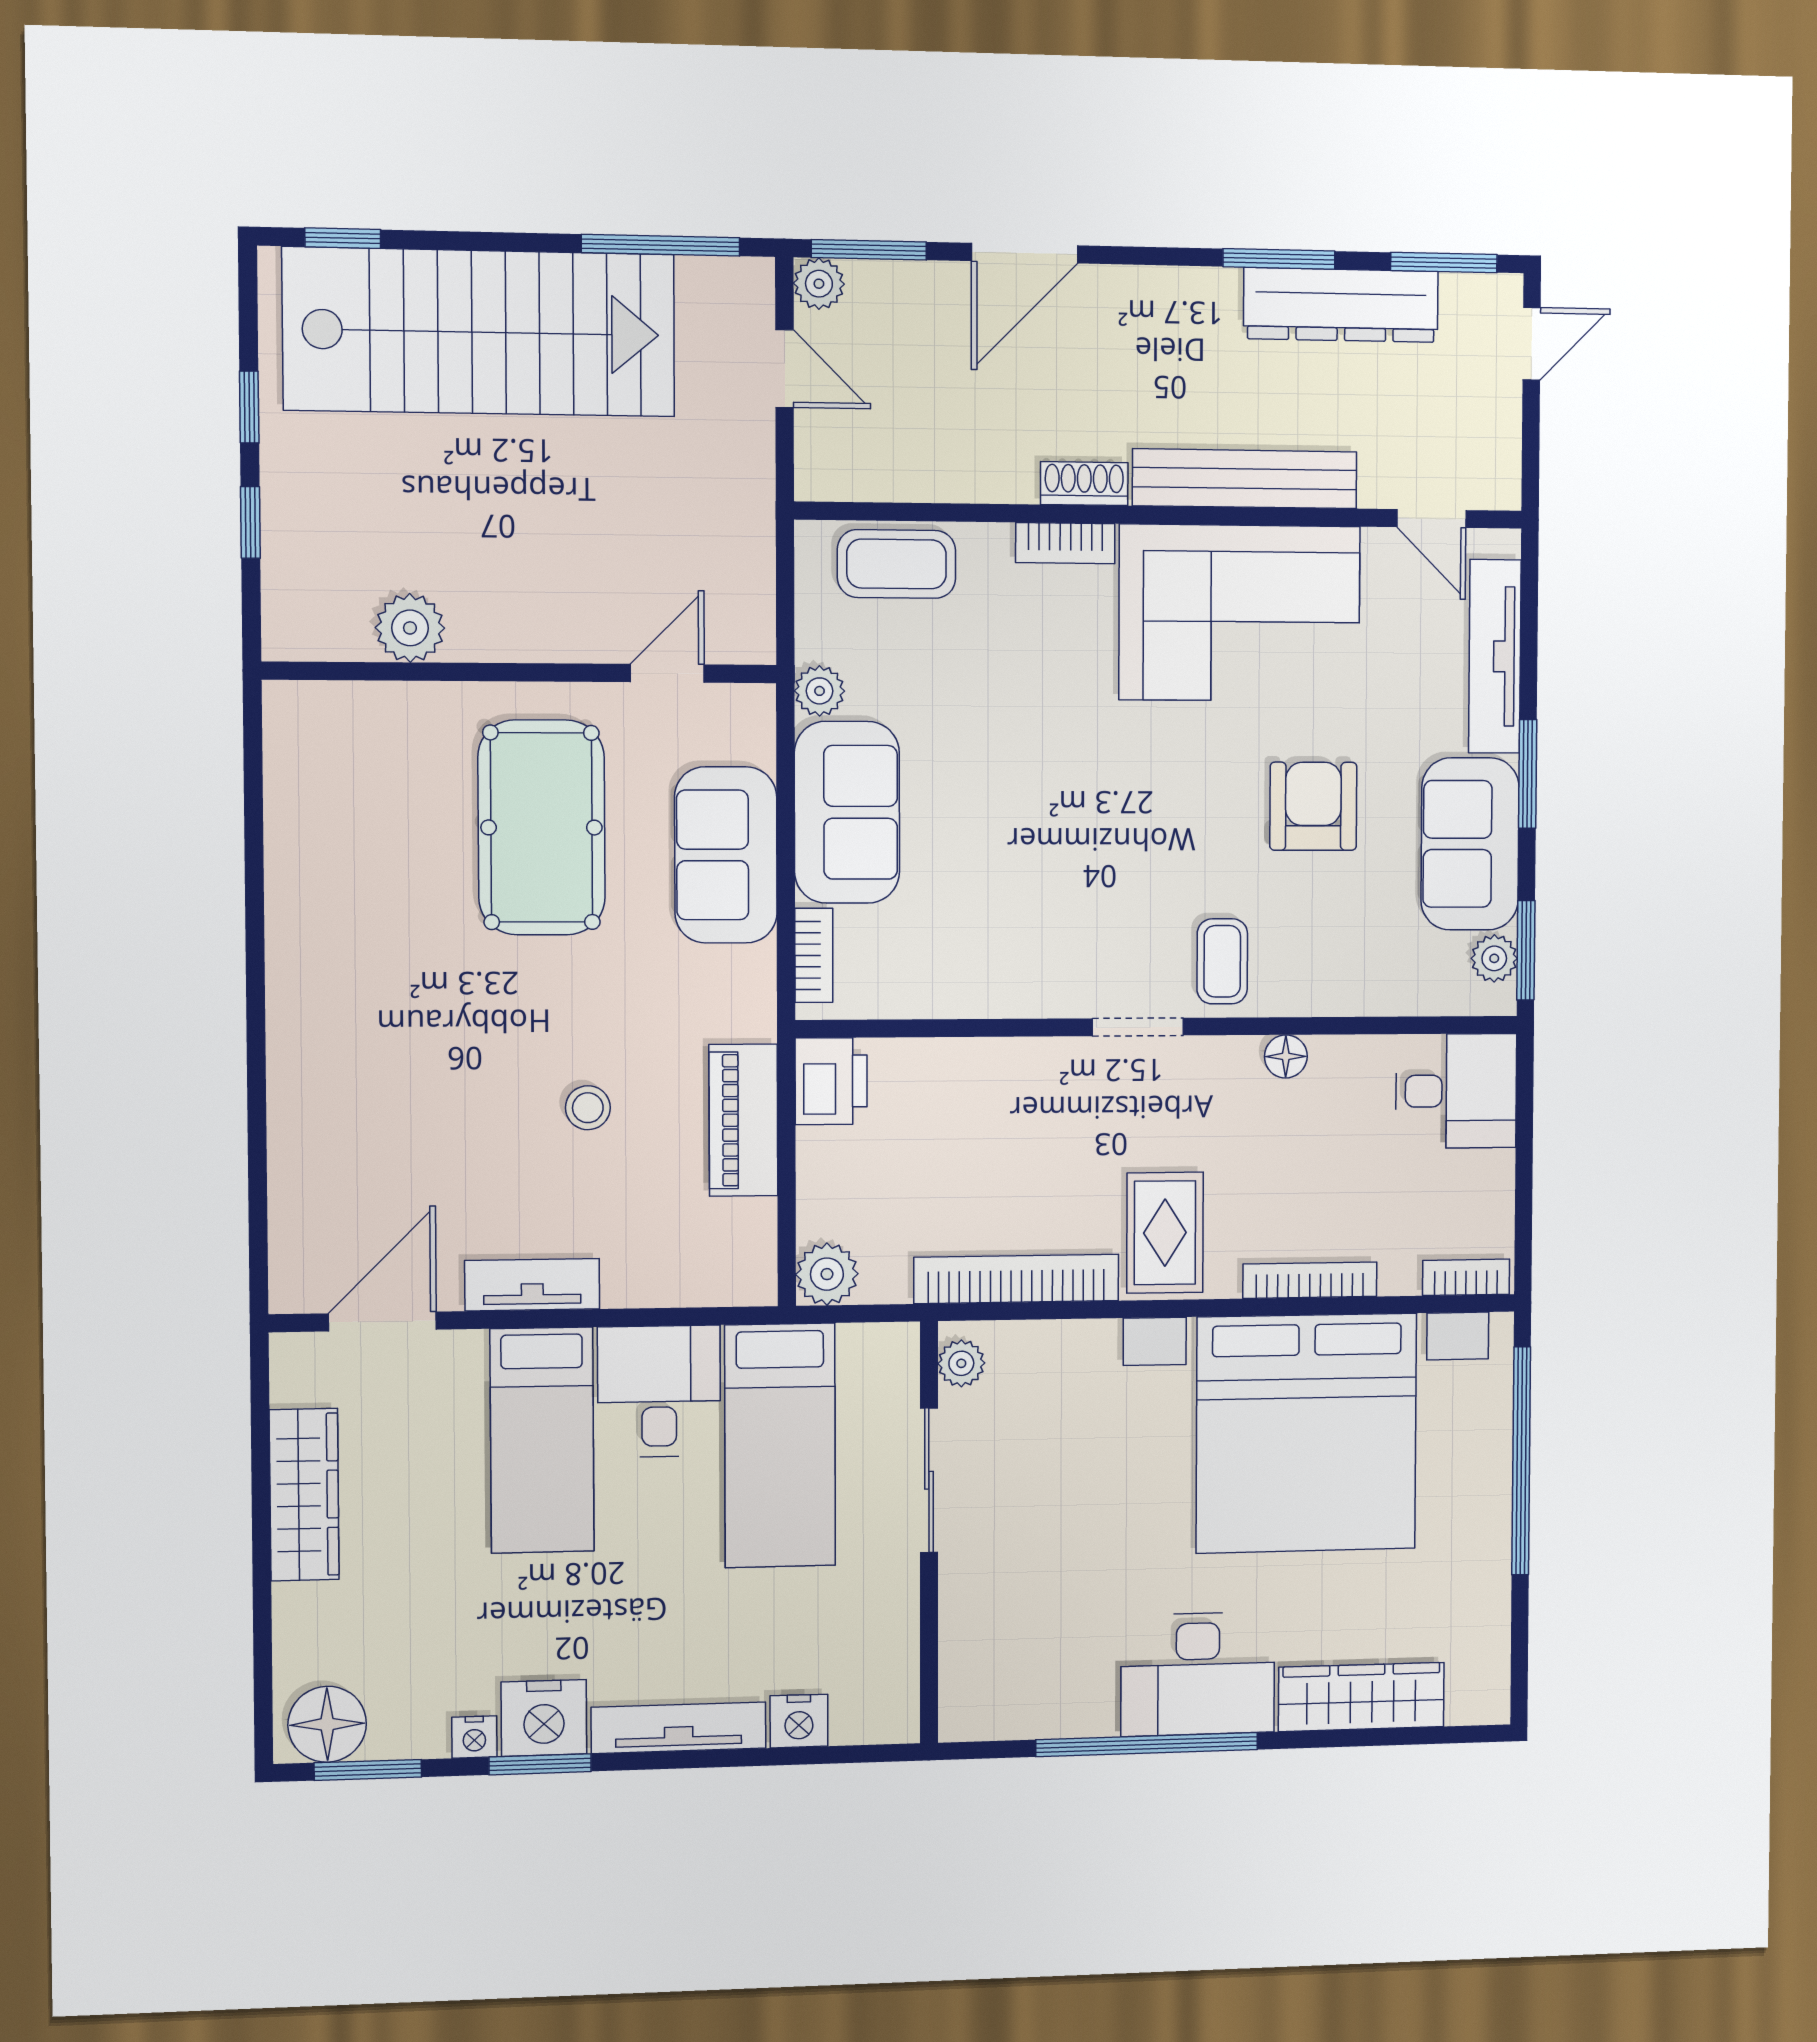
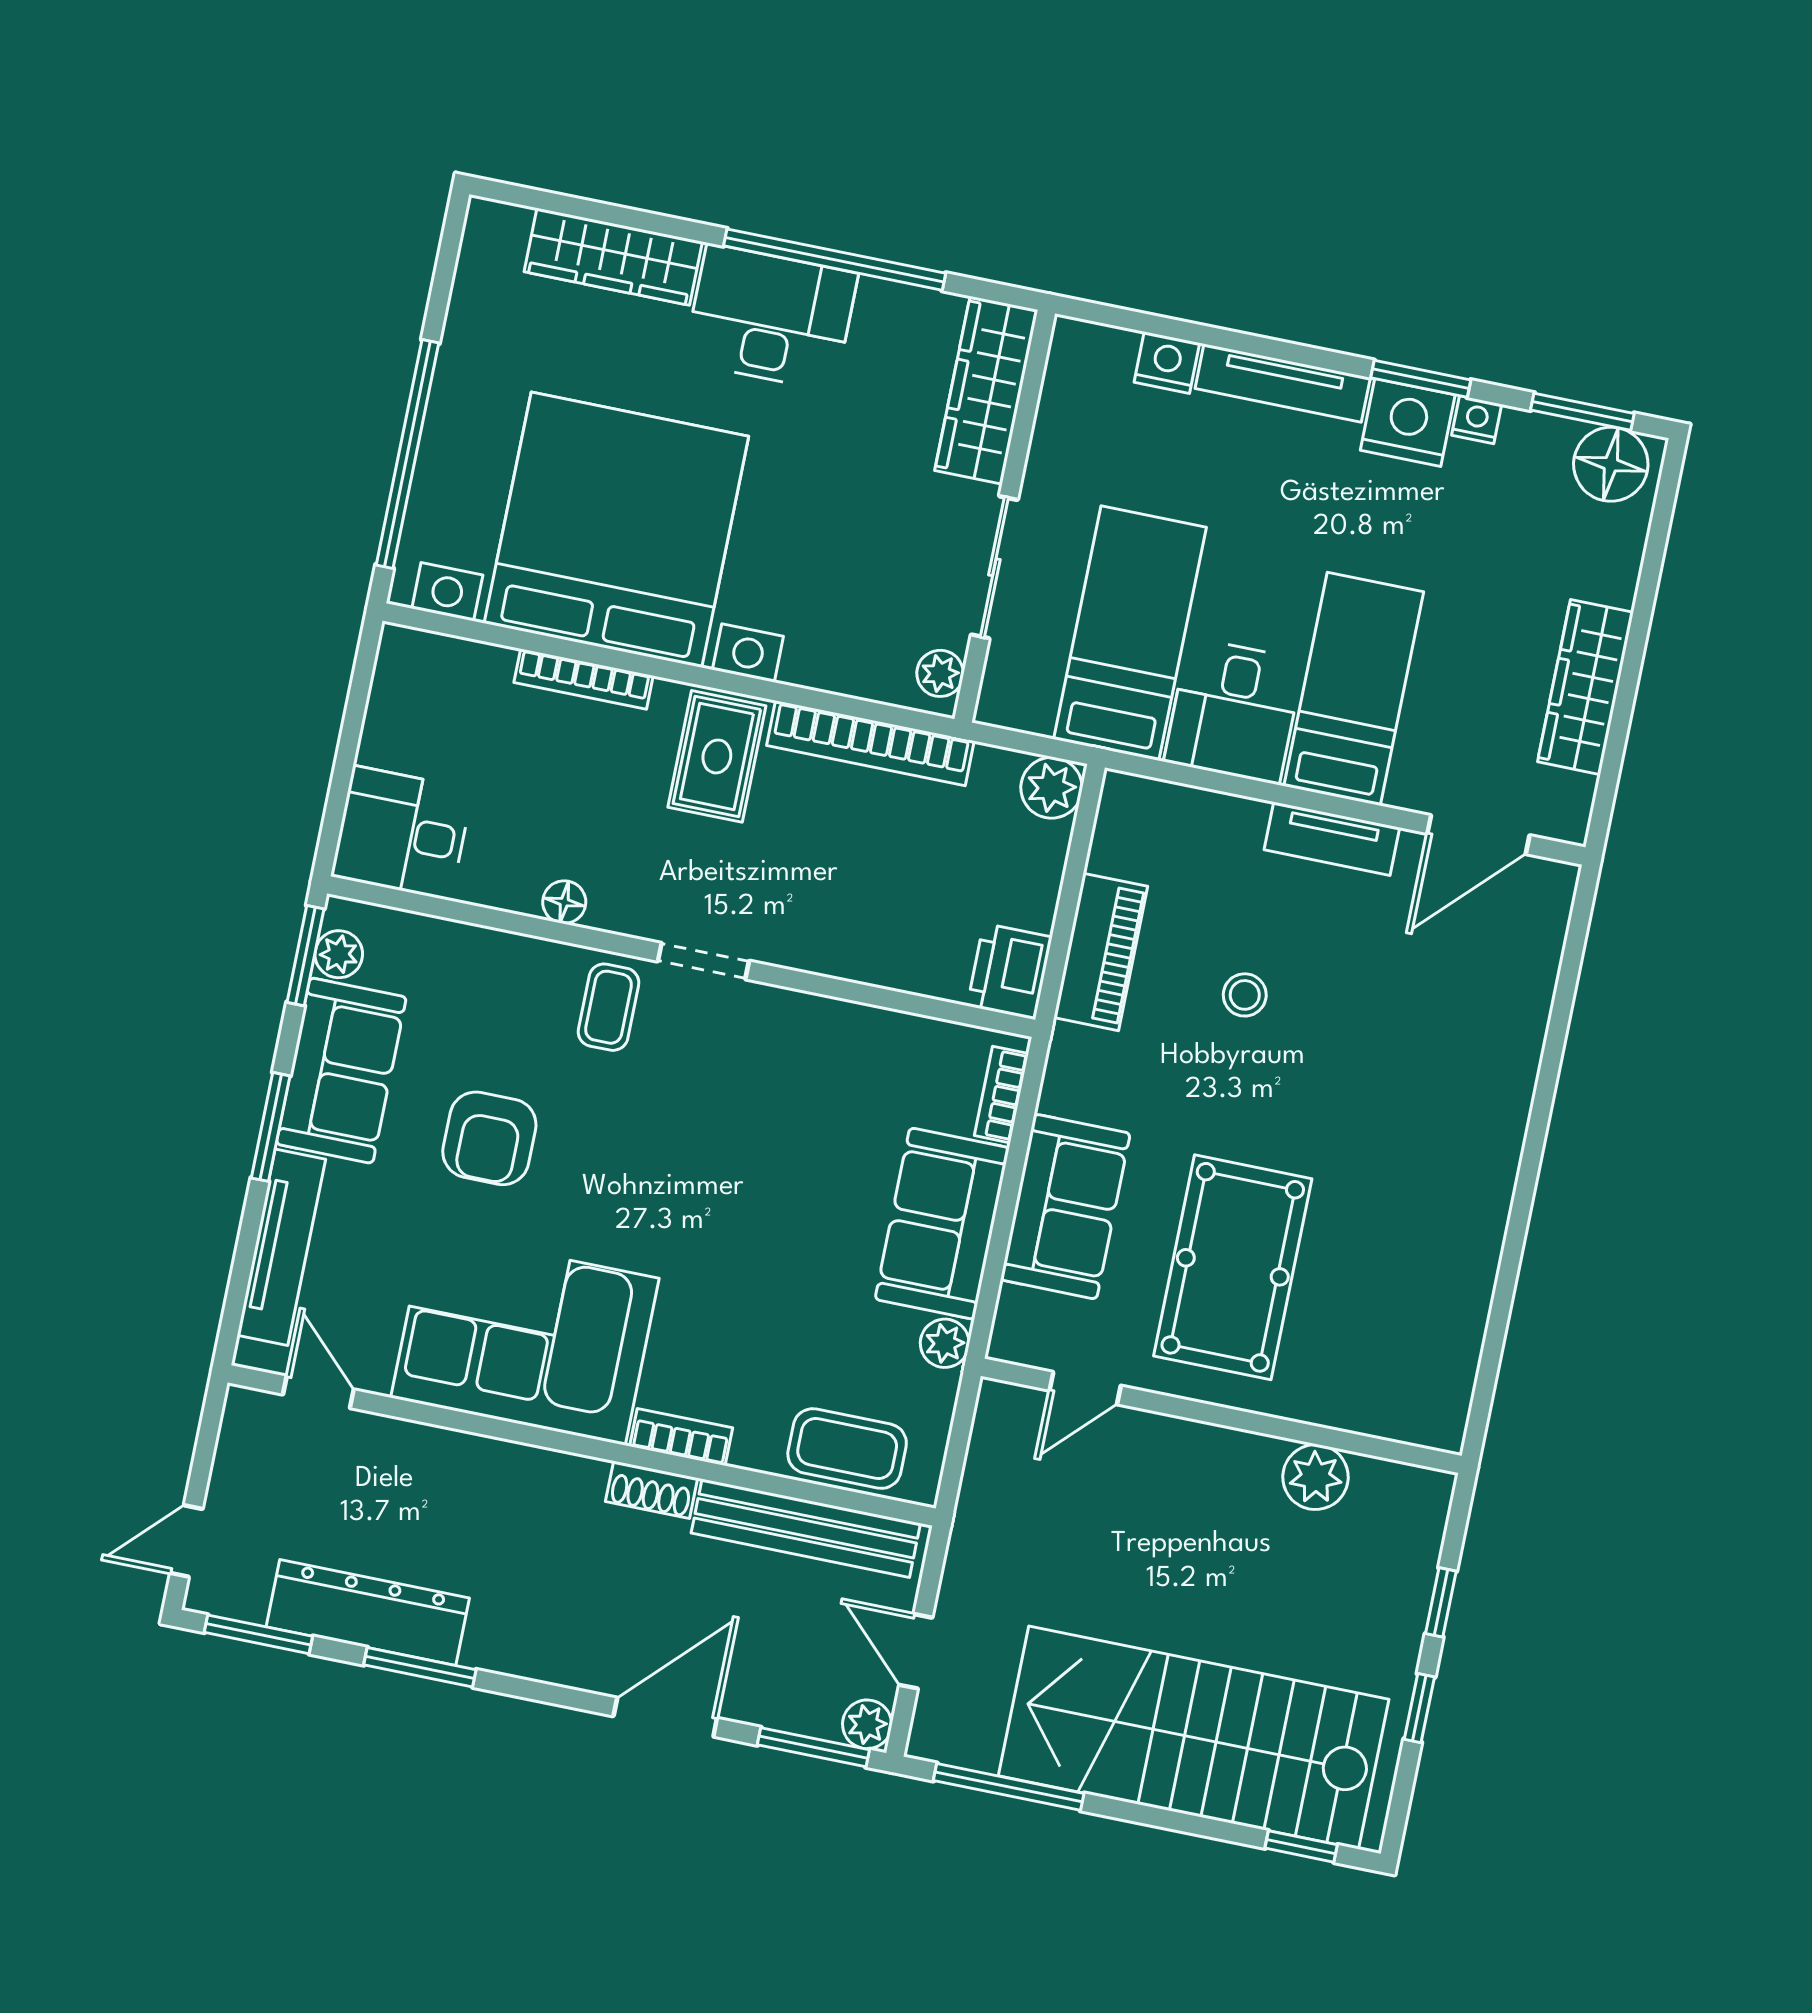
bench: (1245, 479) -> (806, 1528), moved
bookcase: (1466, 1277) -> (428, 648), removed
wardrobe: (973, 1652) -> (986, 390), added

